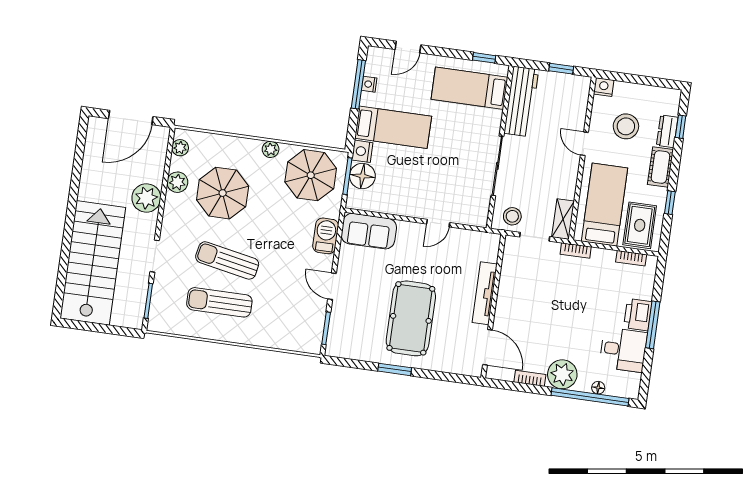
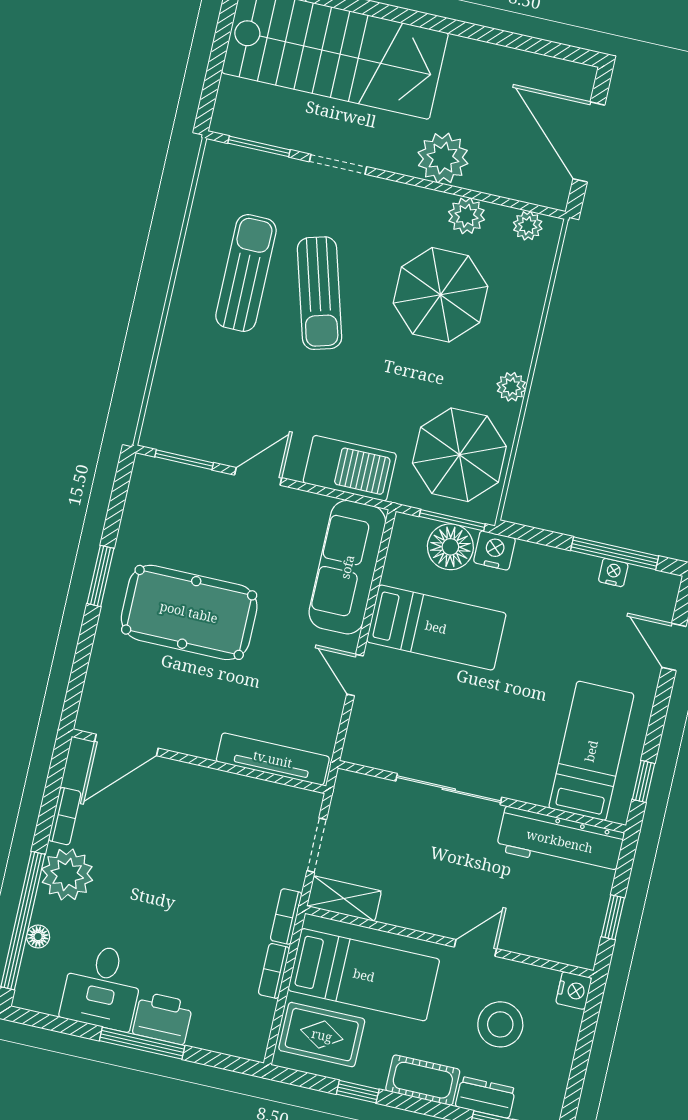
bed: (393, 127) -> (436, 627), moved, turned -90
stool: (512, 216) -> (356, 808), removed
sofa: (369, 231) -> (347, 567), width x1.36
barbecue: (326, 236) -> (350, 468), width x1.37, depth x1.21
bookcase: (631, 258) -> (274, 971), moved
sun lounger: (227, 260) -> (319, 293), turned 153
tv unit: (485, 293) -> (273, 759), moved

